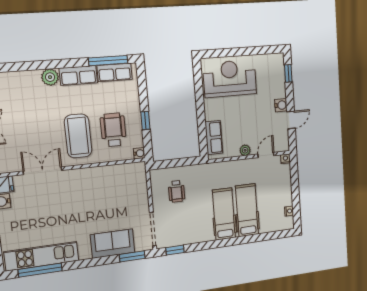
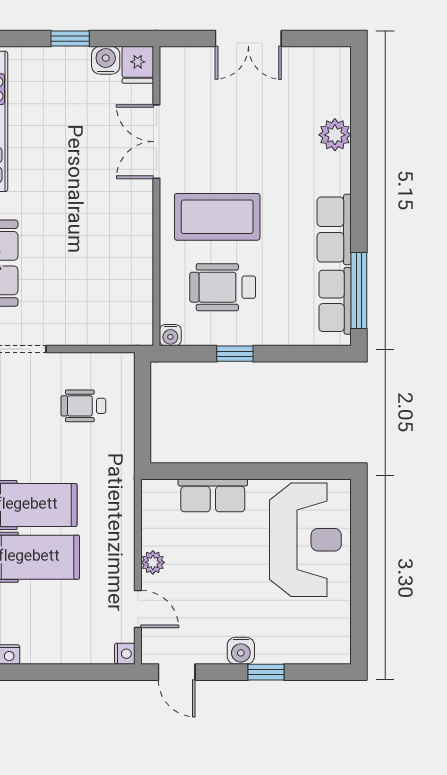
window: (288, 73) -> (266, 672), moved
plant: (50, 77) -> (335, 135), moved
door: (291, 120) -> (177, 672), moved
wheelchair: (113, 130) -> (223, 287), turned 180
row of seats: (214, 138) -> (213, 495), moved
double door: (43, 171) -> (156, 142), swing flipped

